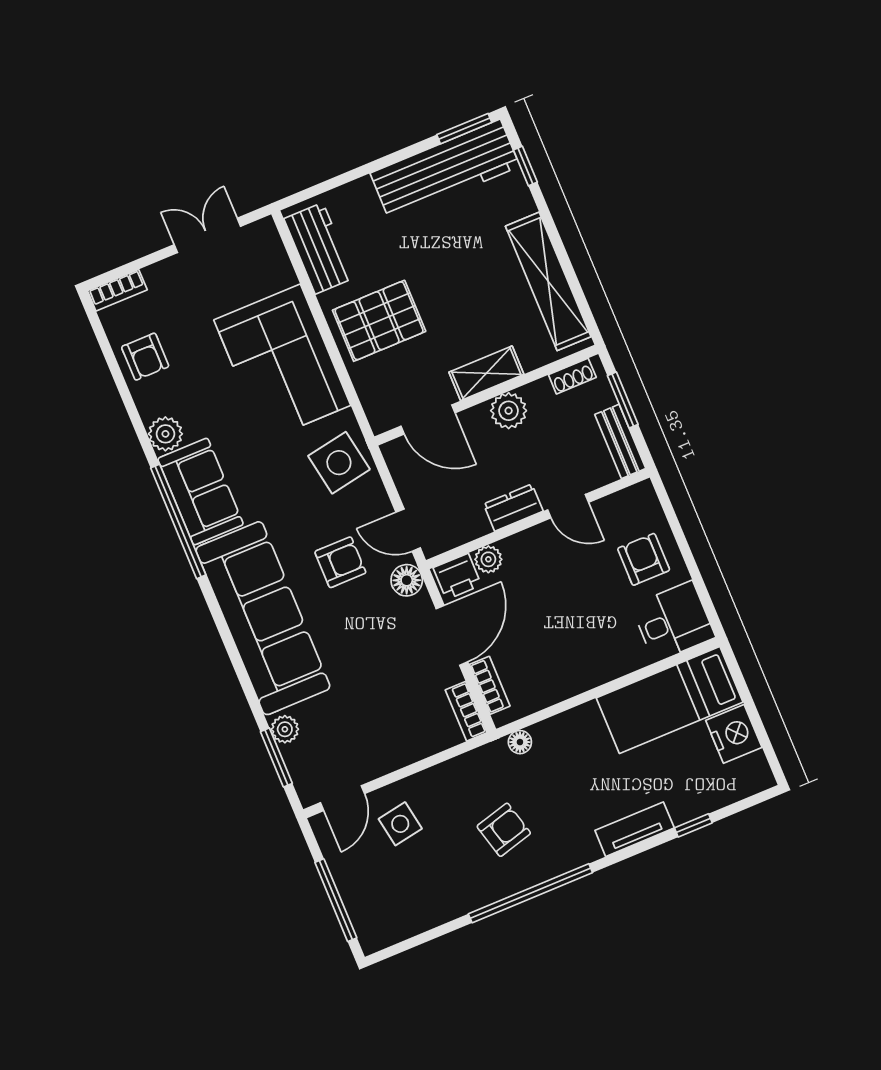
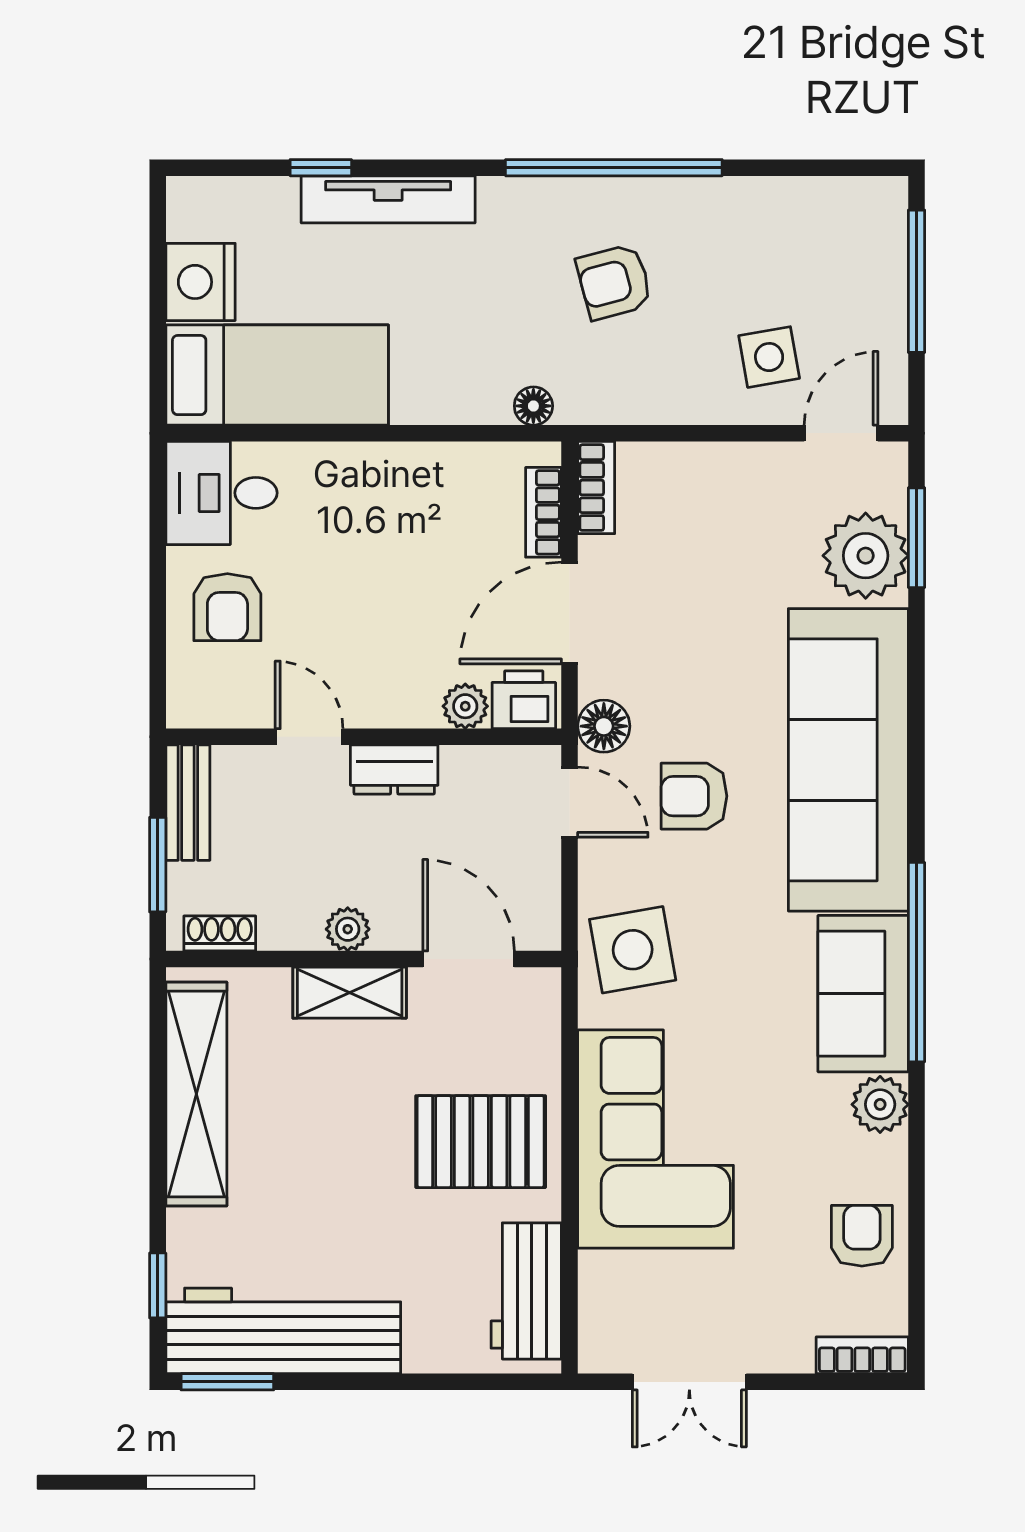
plant: (509, 411) -> (348, 929), width x0.73, depth x0.73
plant: (285, 729) -> (866, 556), width x1.87, depth x1.87
tv unit: (635, 829) -> (388, 199), width x1.41

